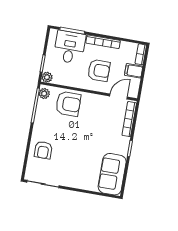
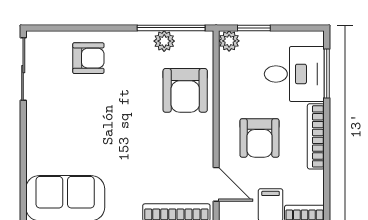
plant: (44, 94) -> (164, 41), moved
armchair: (43, 150) -> (88, 58), turned 180

